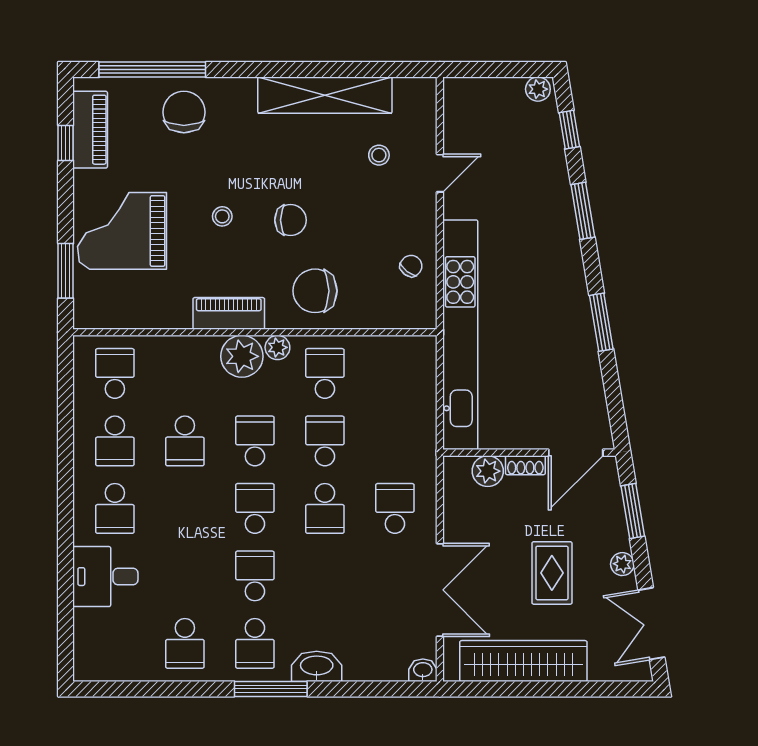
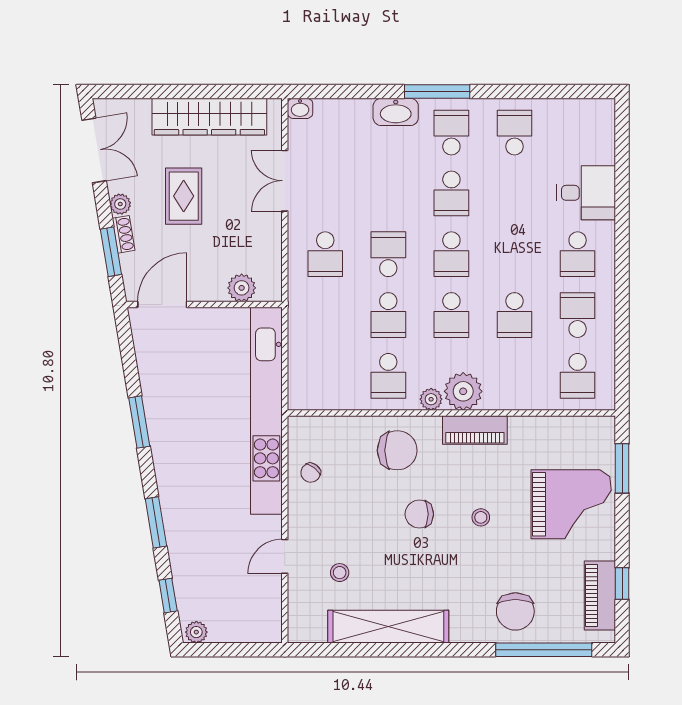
school desk: (185, 441) -> (514, 315), turned 180
shoe rack: (525, 465) -> (124, 234), moved, turned 81
school desk: (115, 508) -> (578, 254), turned 180
double door: (440, 590) -> (285, 181), width x0.73

